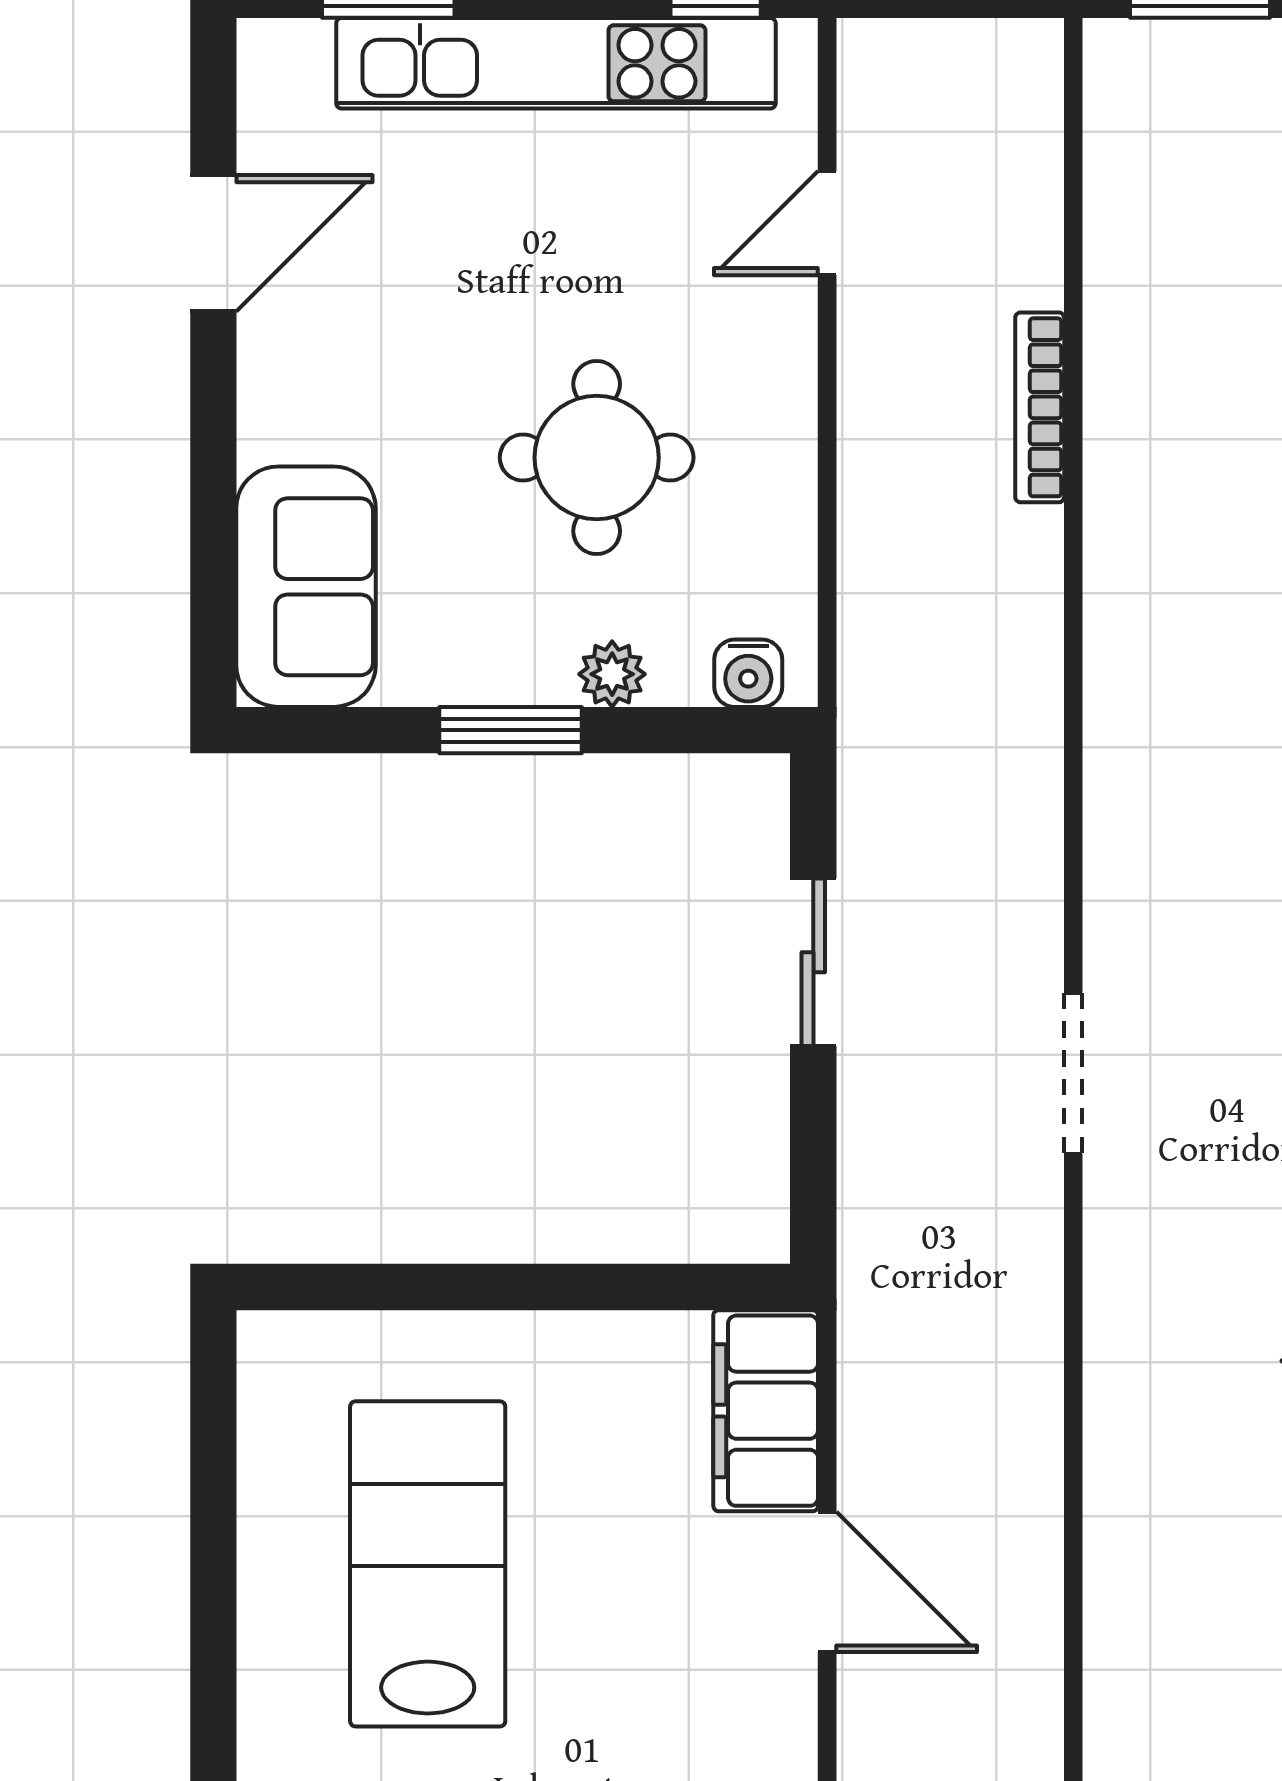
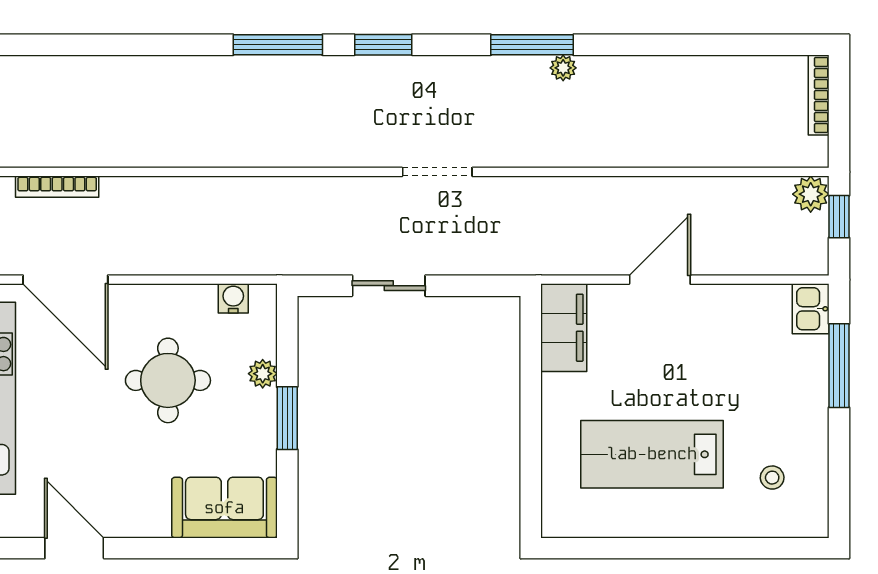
door: (827, 223) -> (65, 280), width x1.88
bookcase: (1040, 407) -> (57, 187), moved
water cooler: (748, 673) -> (233, 298), moved, turned -90
filing cabinet: (766, 1411) -> (564, 328), moved, turned -90

